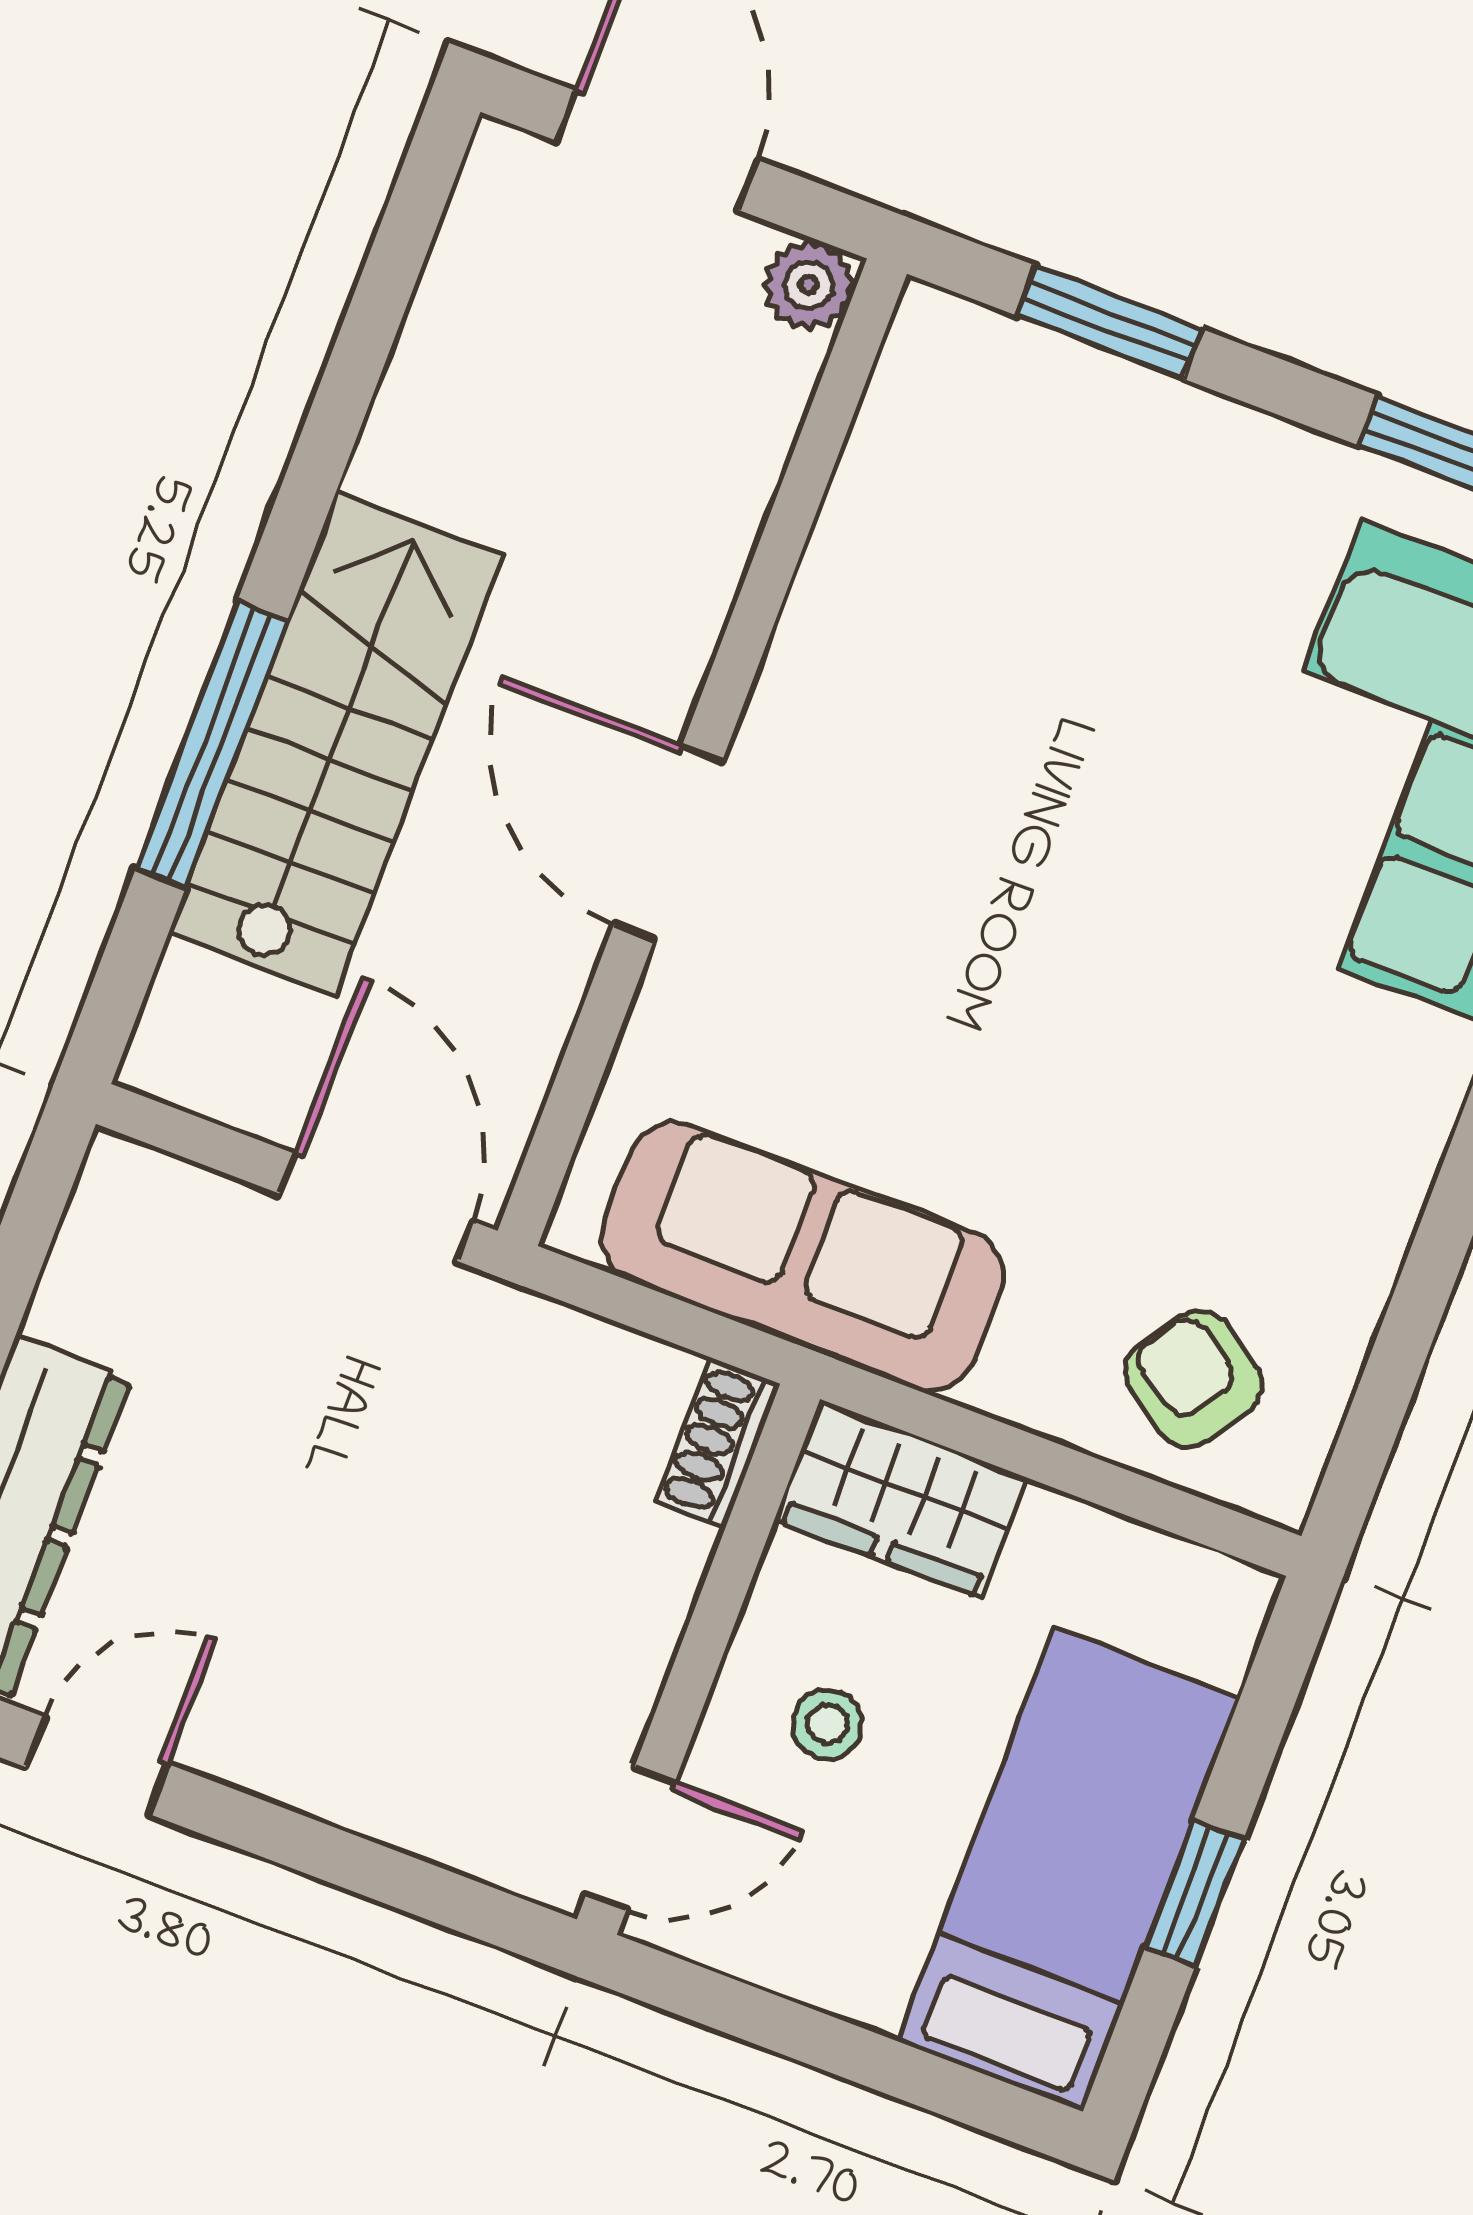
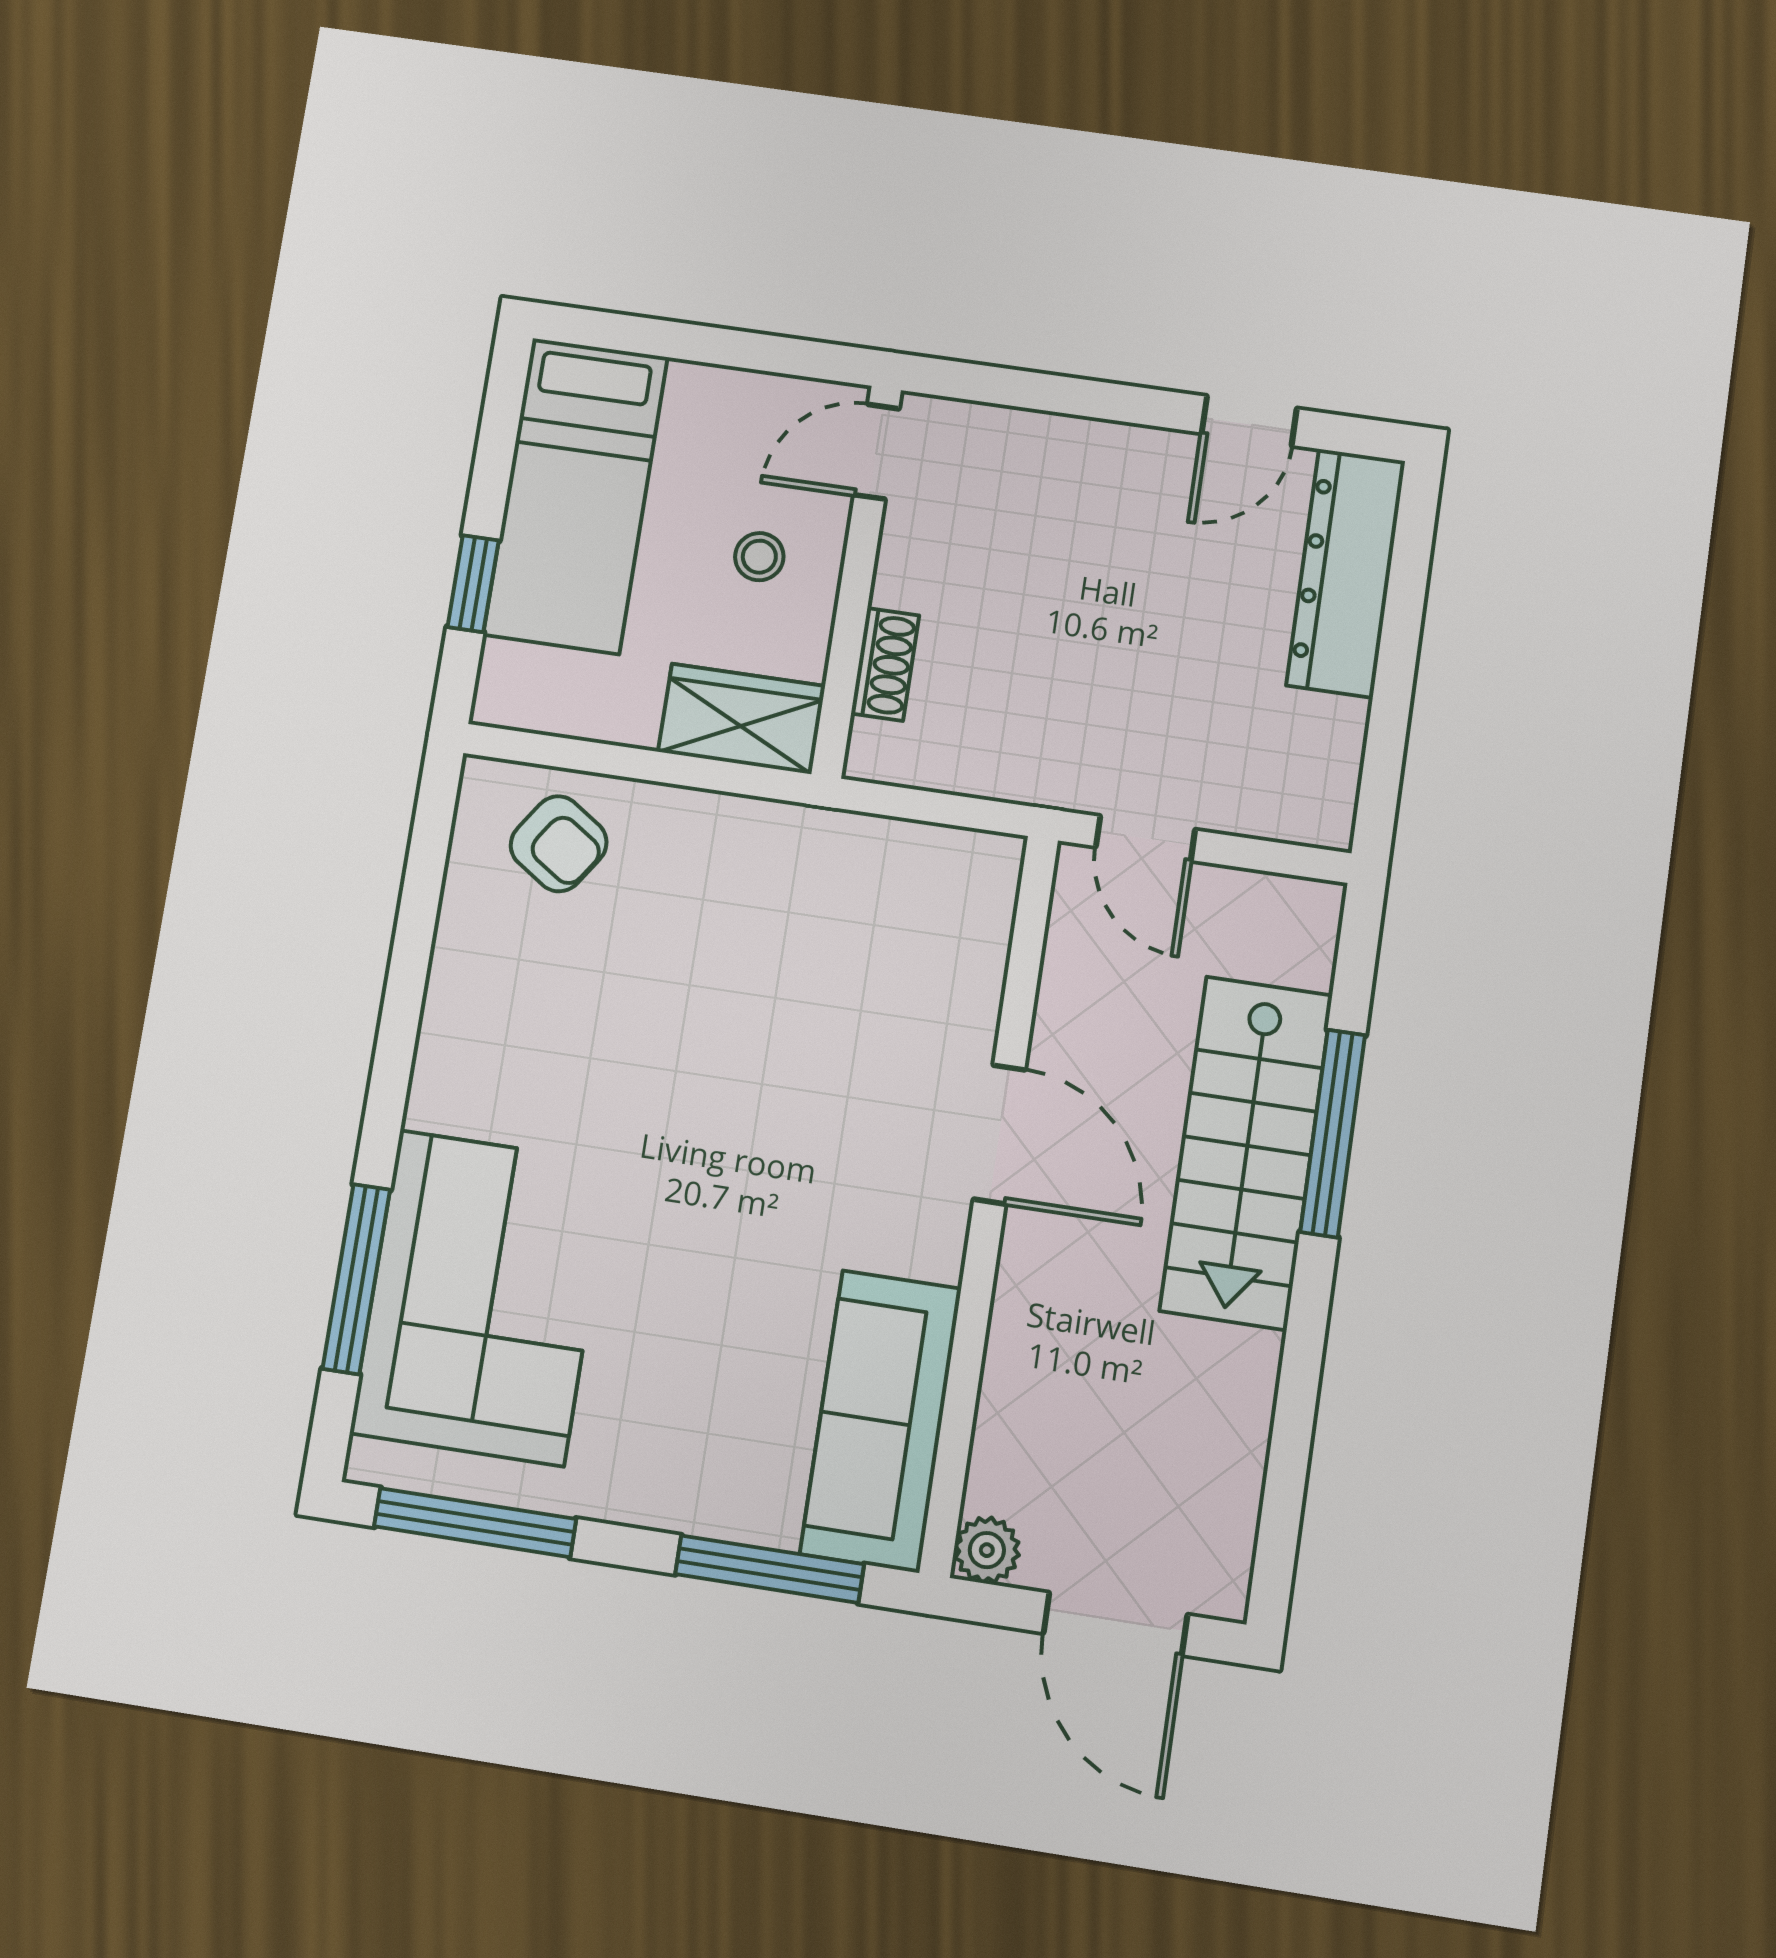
window: (1109, 322) -> (770, 1569), width x1.44
door: (376, 1207) -> (1145, 838), width x0.73
sofa: (802, 1257) -> (881, 1421), moved, turned 90
shoe rack: (718, 1443) -> (885, 664), moved
window: (1194, 1894) -> (473, 584), moved

